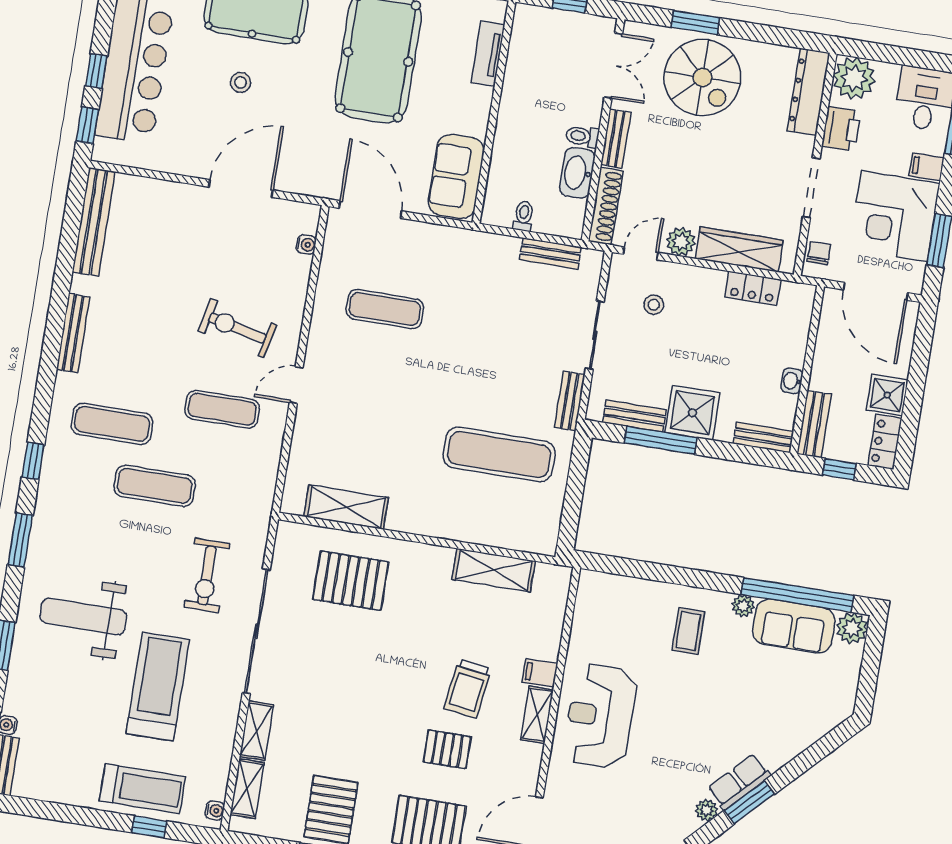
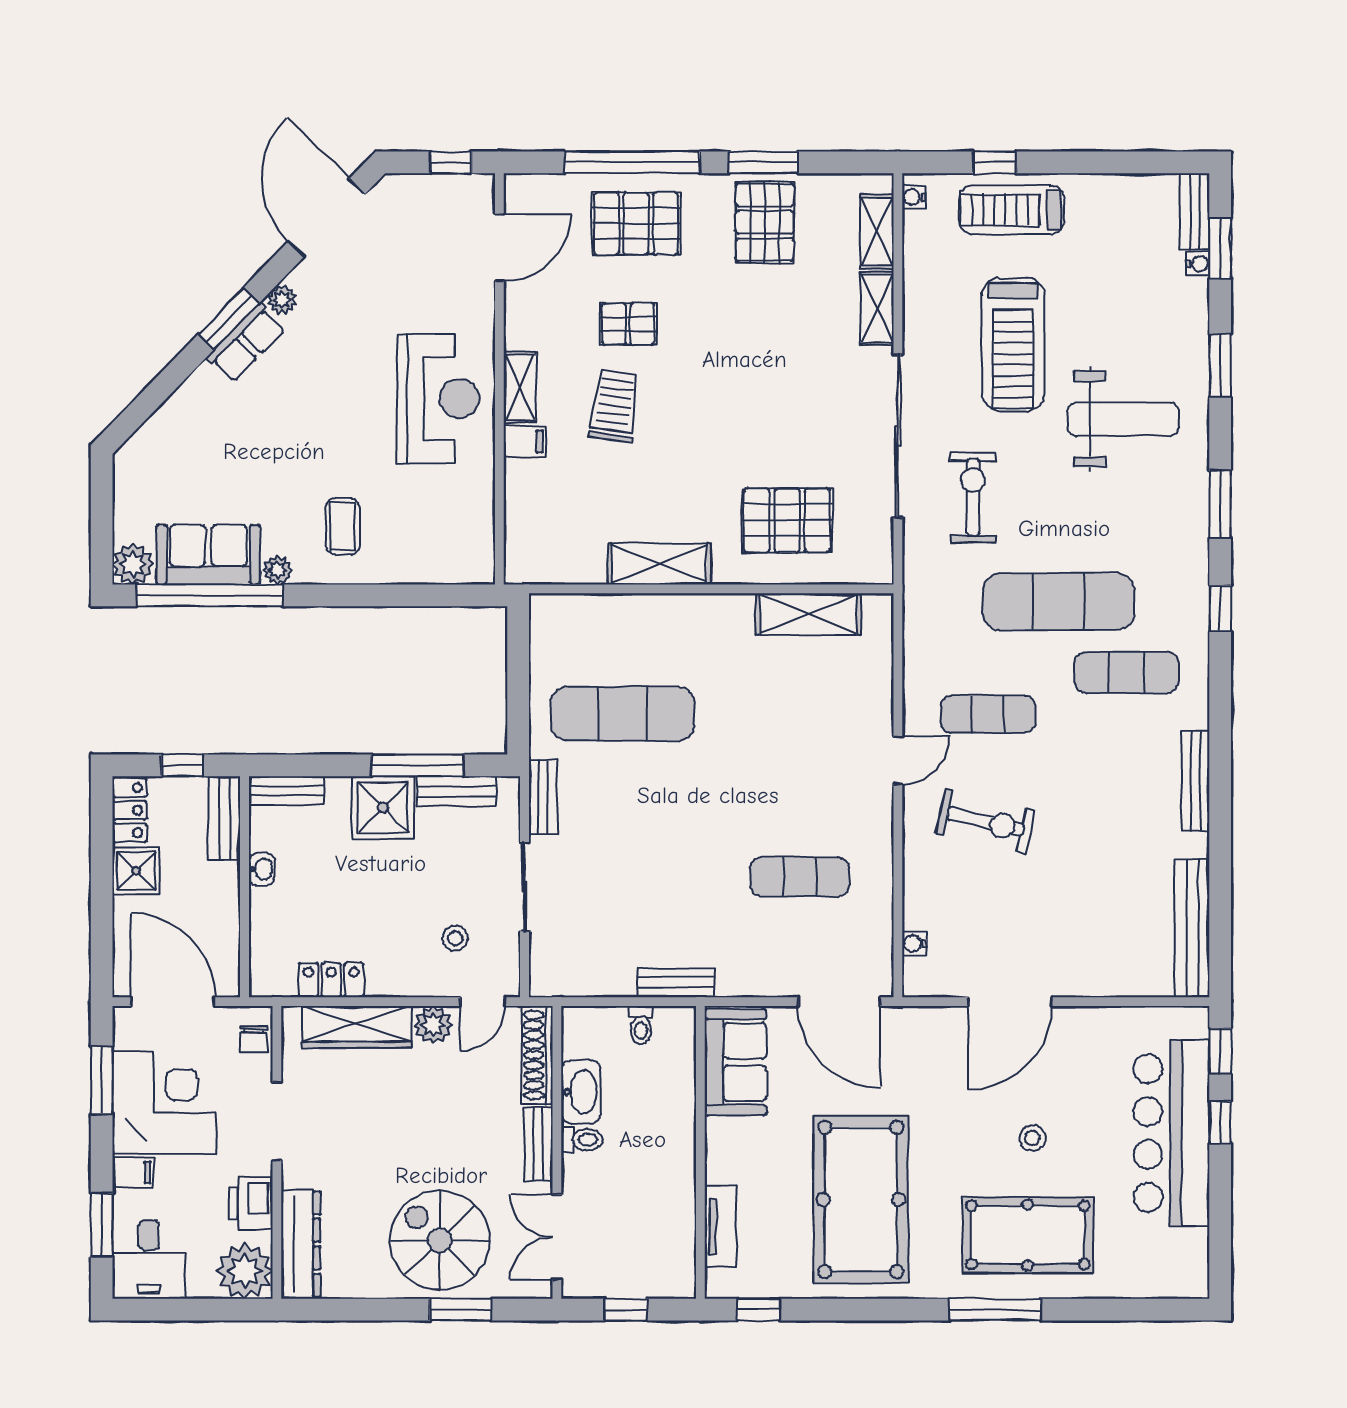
bench: (550, 253) -> (676, 983), moved
exercise mat: (155, 486) -> (1059, 602), width x1.36, depth x1.45
shelving: (494, 570) -> (659, 564), moved

